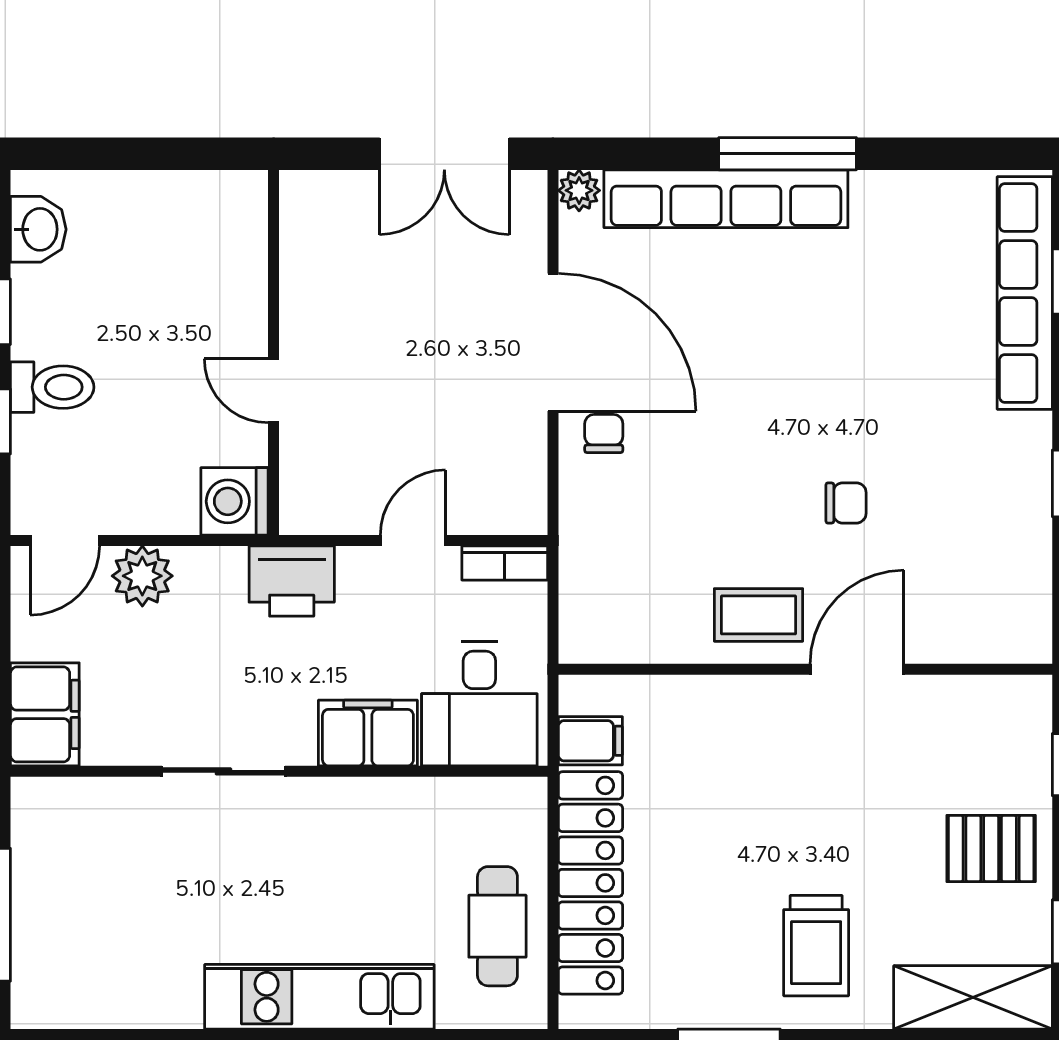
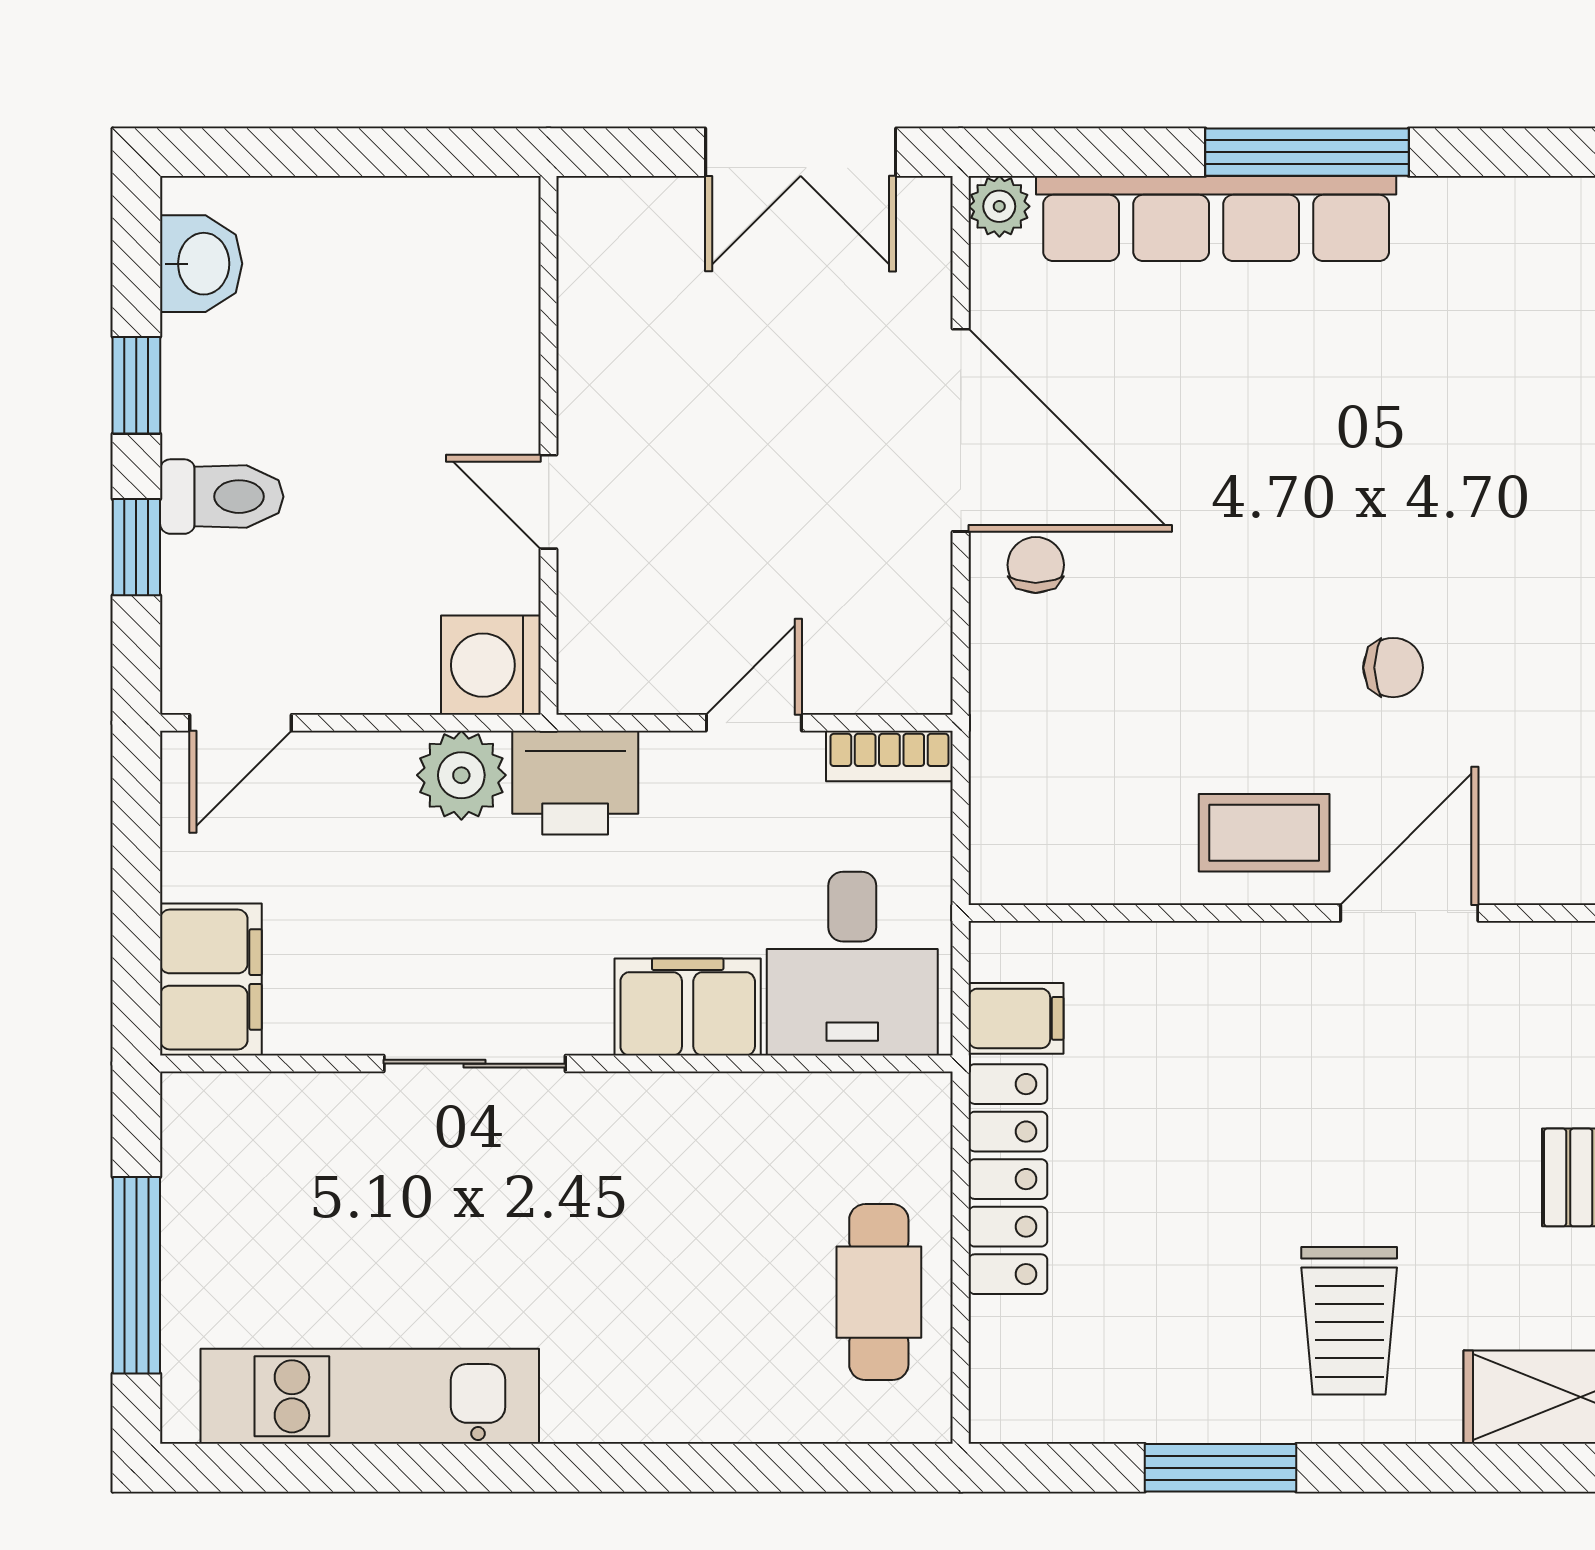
plant: (142, 576) -> (461, 775), moved
locker: (590, 883) -> (1008, 1179), width x0.71, depth x0.83
kitchen unit: (319, 997) -> (370, 1396), moved

